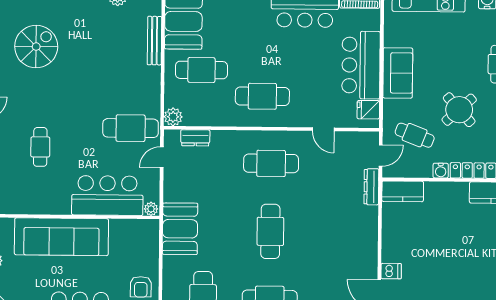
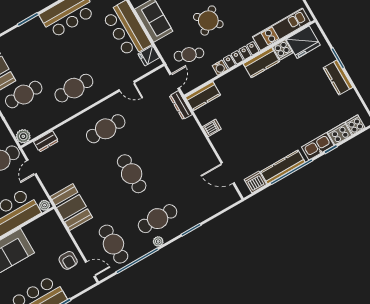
dishwasher: (391, 271) -> (212, 128), moved

